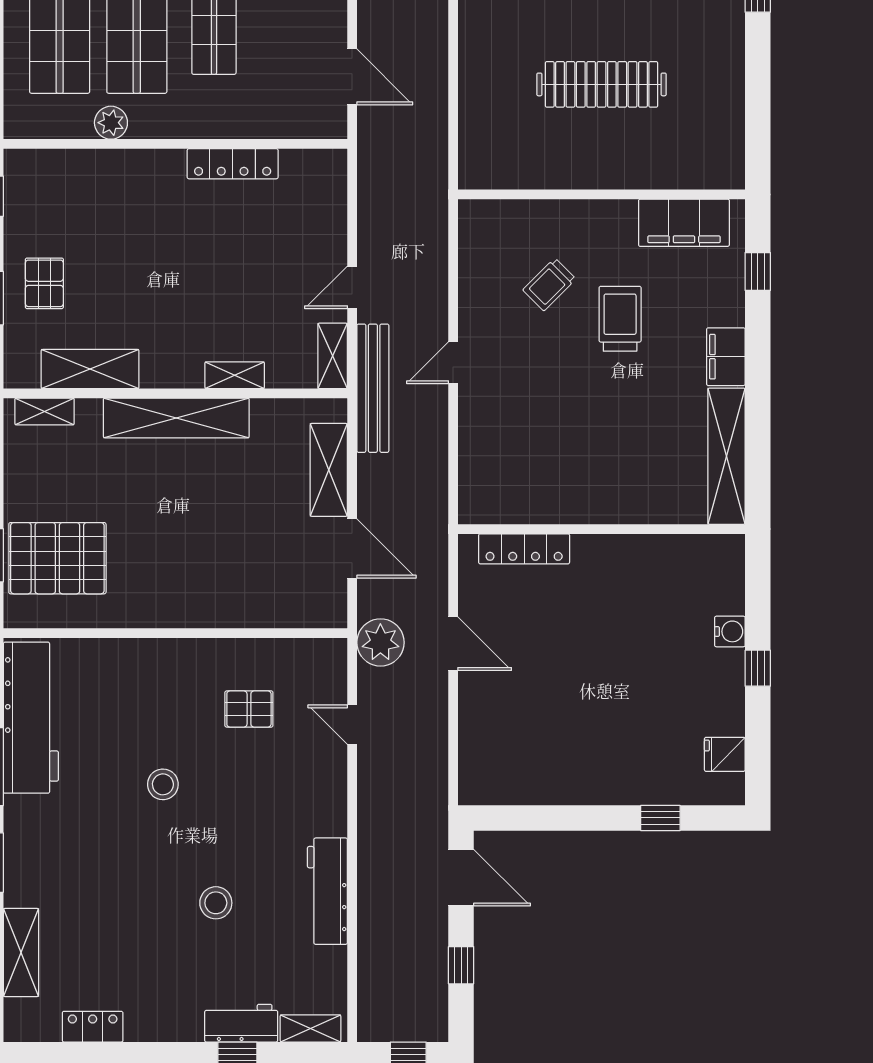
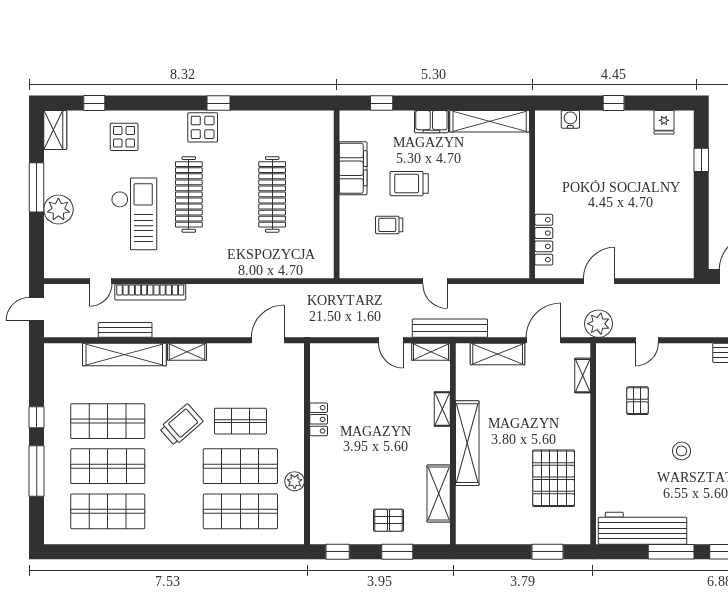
locker: (233, 164) -> (319, 419), width x0.66
filing cabinet: (684, 223) -> (353, 168), moved
trolley: (549, 284) -> (389, 225), turned 135
shelving: (45, 411) -> (583, 376), moved
pallet: (57, 558) -> (554, 478), moved
water cooler: (730, 631) -> (570, 119), moved

